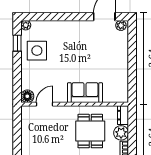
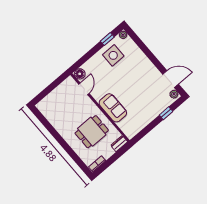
window: (132, 48) -> (166, 113), added
door: (44, 104) -> (84, 89), hinge flipped
plant: (121, 133) -> (107, 152), removed

